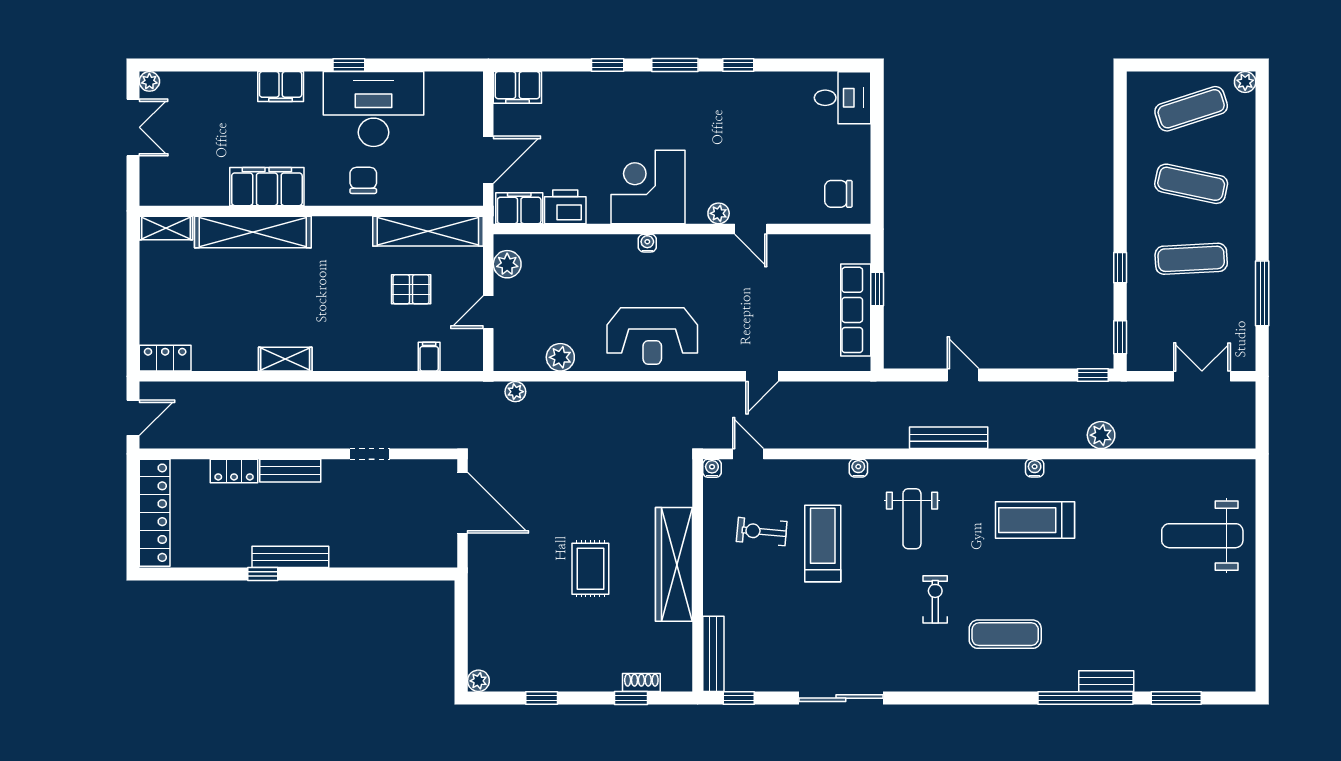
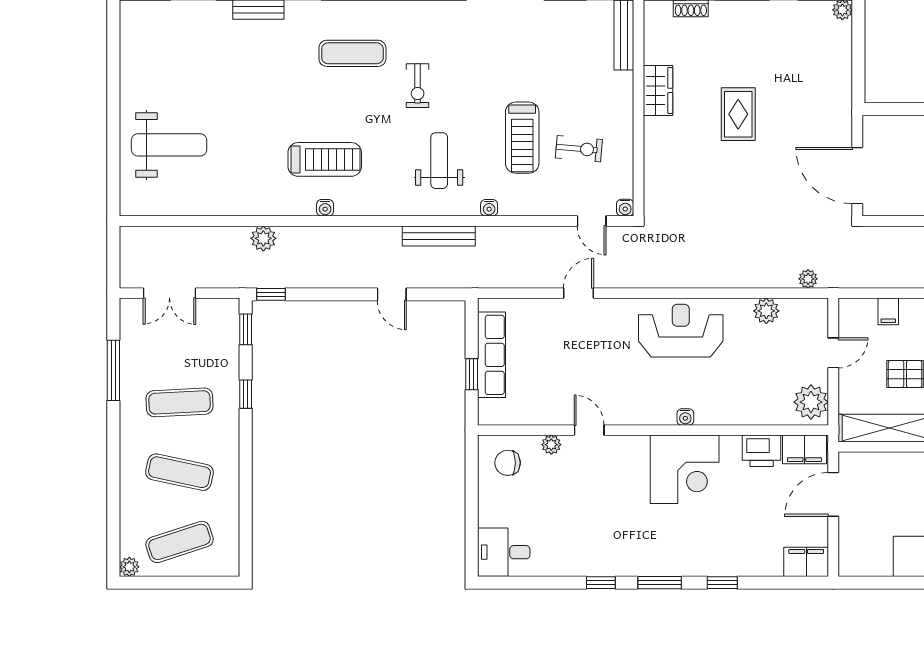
chair: (838, 194) -> (508, 463), turned 180
plant: (719, 213) -> (551, 445), moved
plant: (507, 264) -> (811, 402), width x1.36, depth x1.36
bench: (949, 438) -> (439, 236), moved
wardrobe: (674, 564) -> (658, 90), width x0.48, depth x0.85

